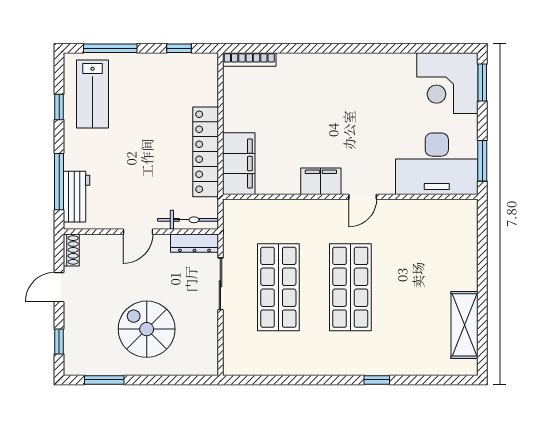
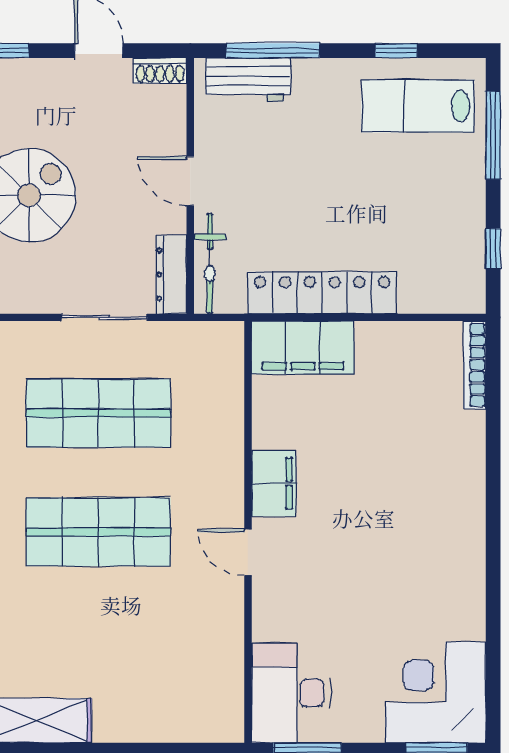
desk: (437, 164) -> (291, 693), width x0.73, depth x0.77

